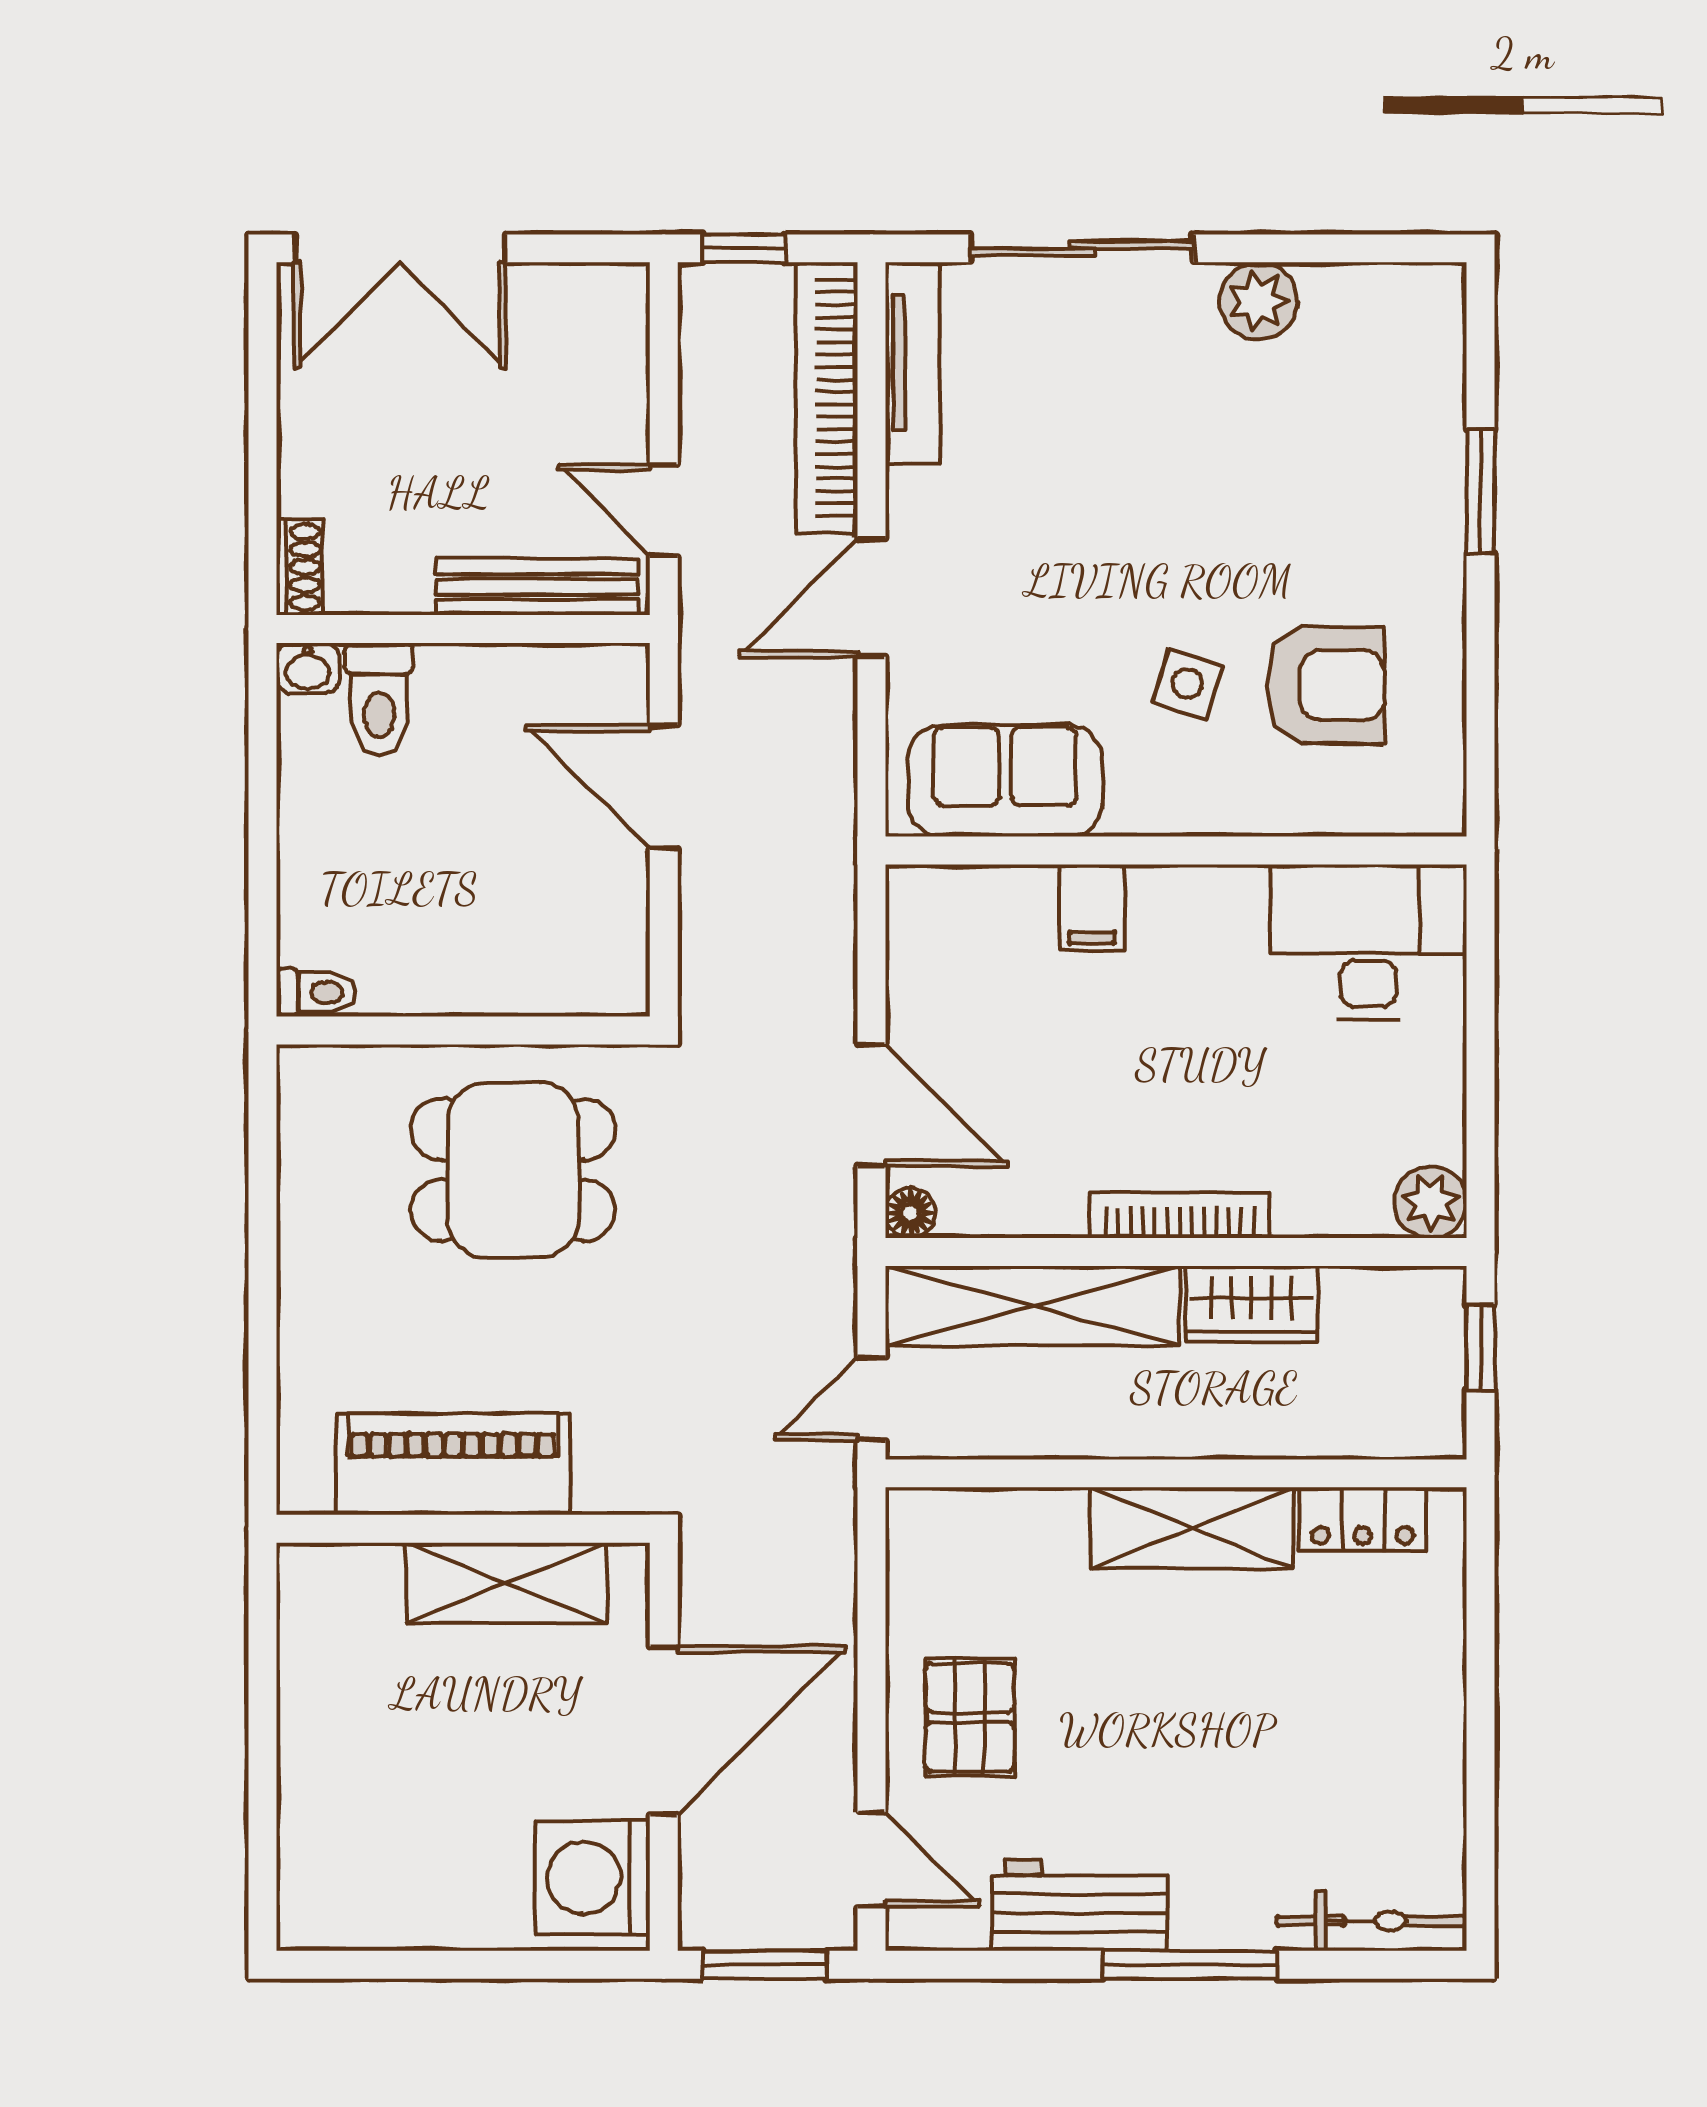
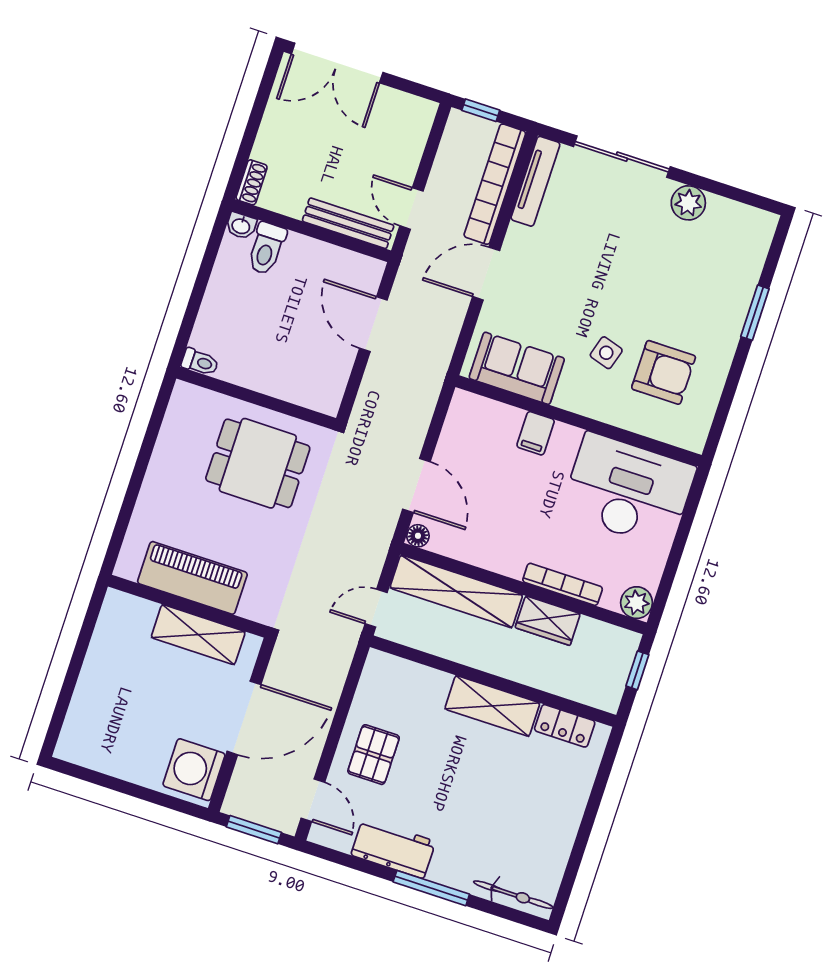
desk: (1368, 942) -> (628, 490), width x1.36, depth x1.30
bookcase: (1180, 1215) -> (563, 584), moved

